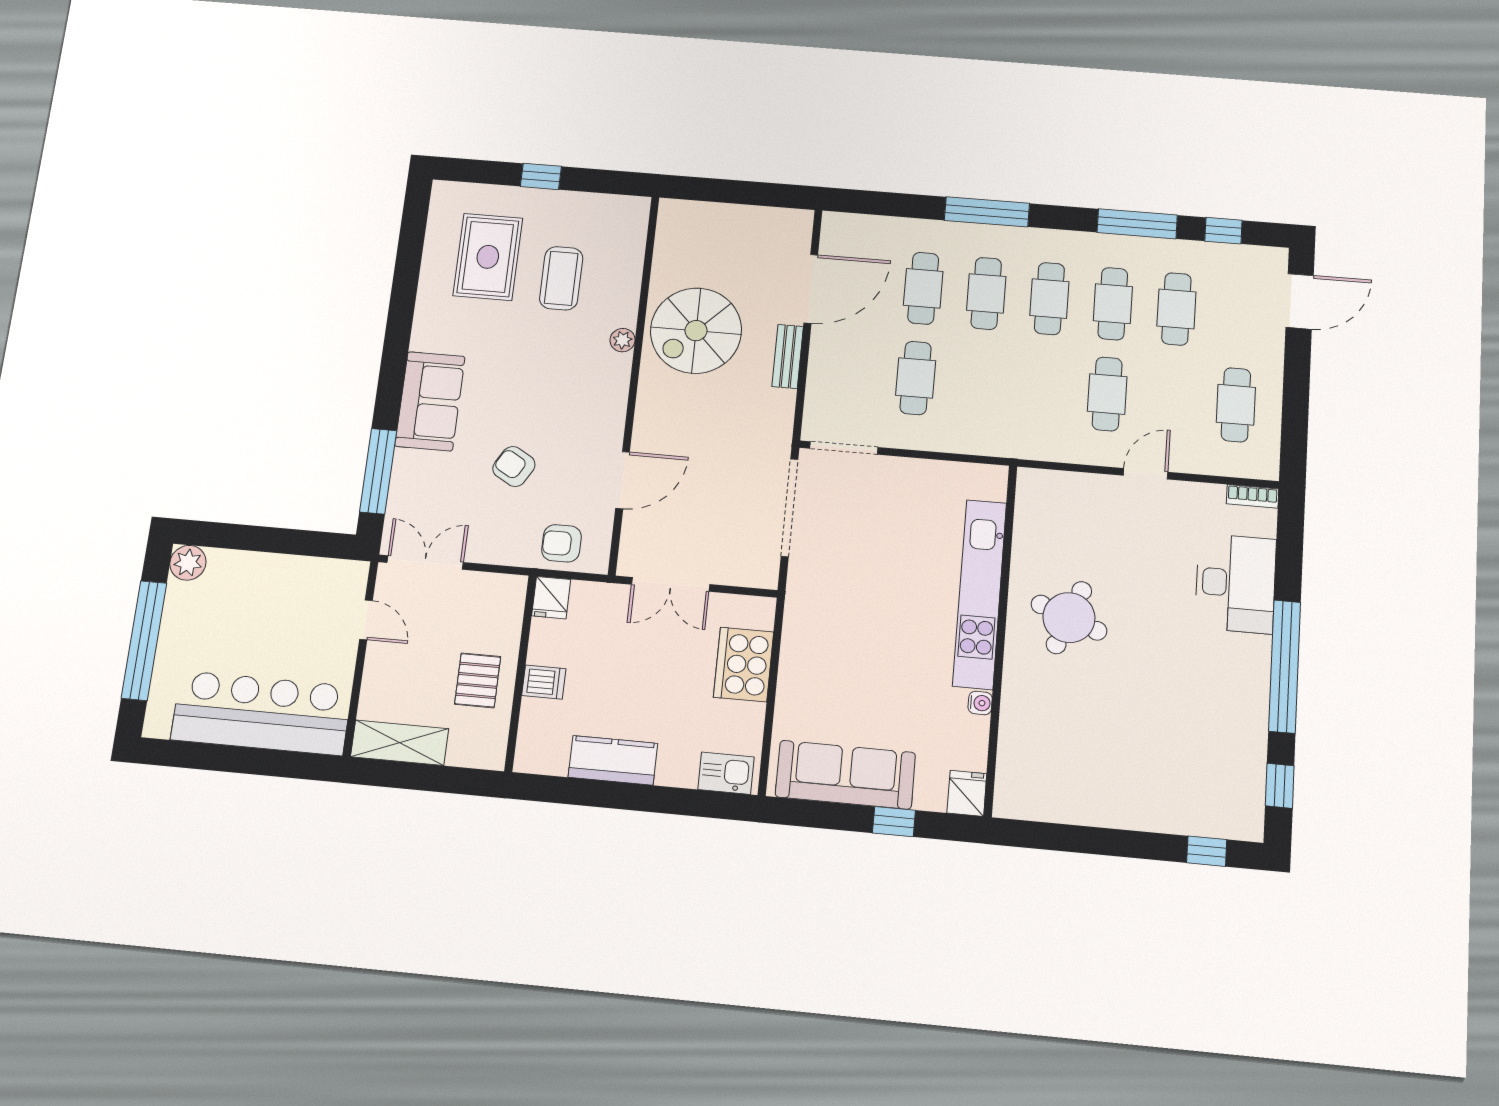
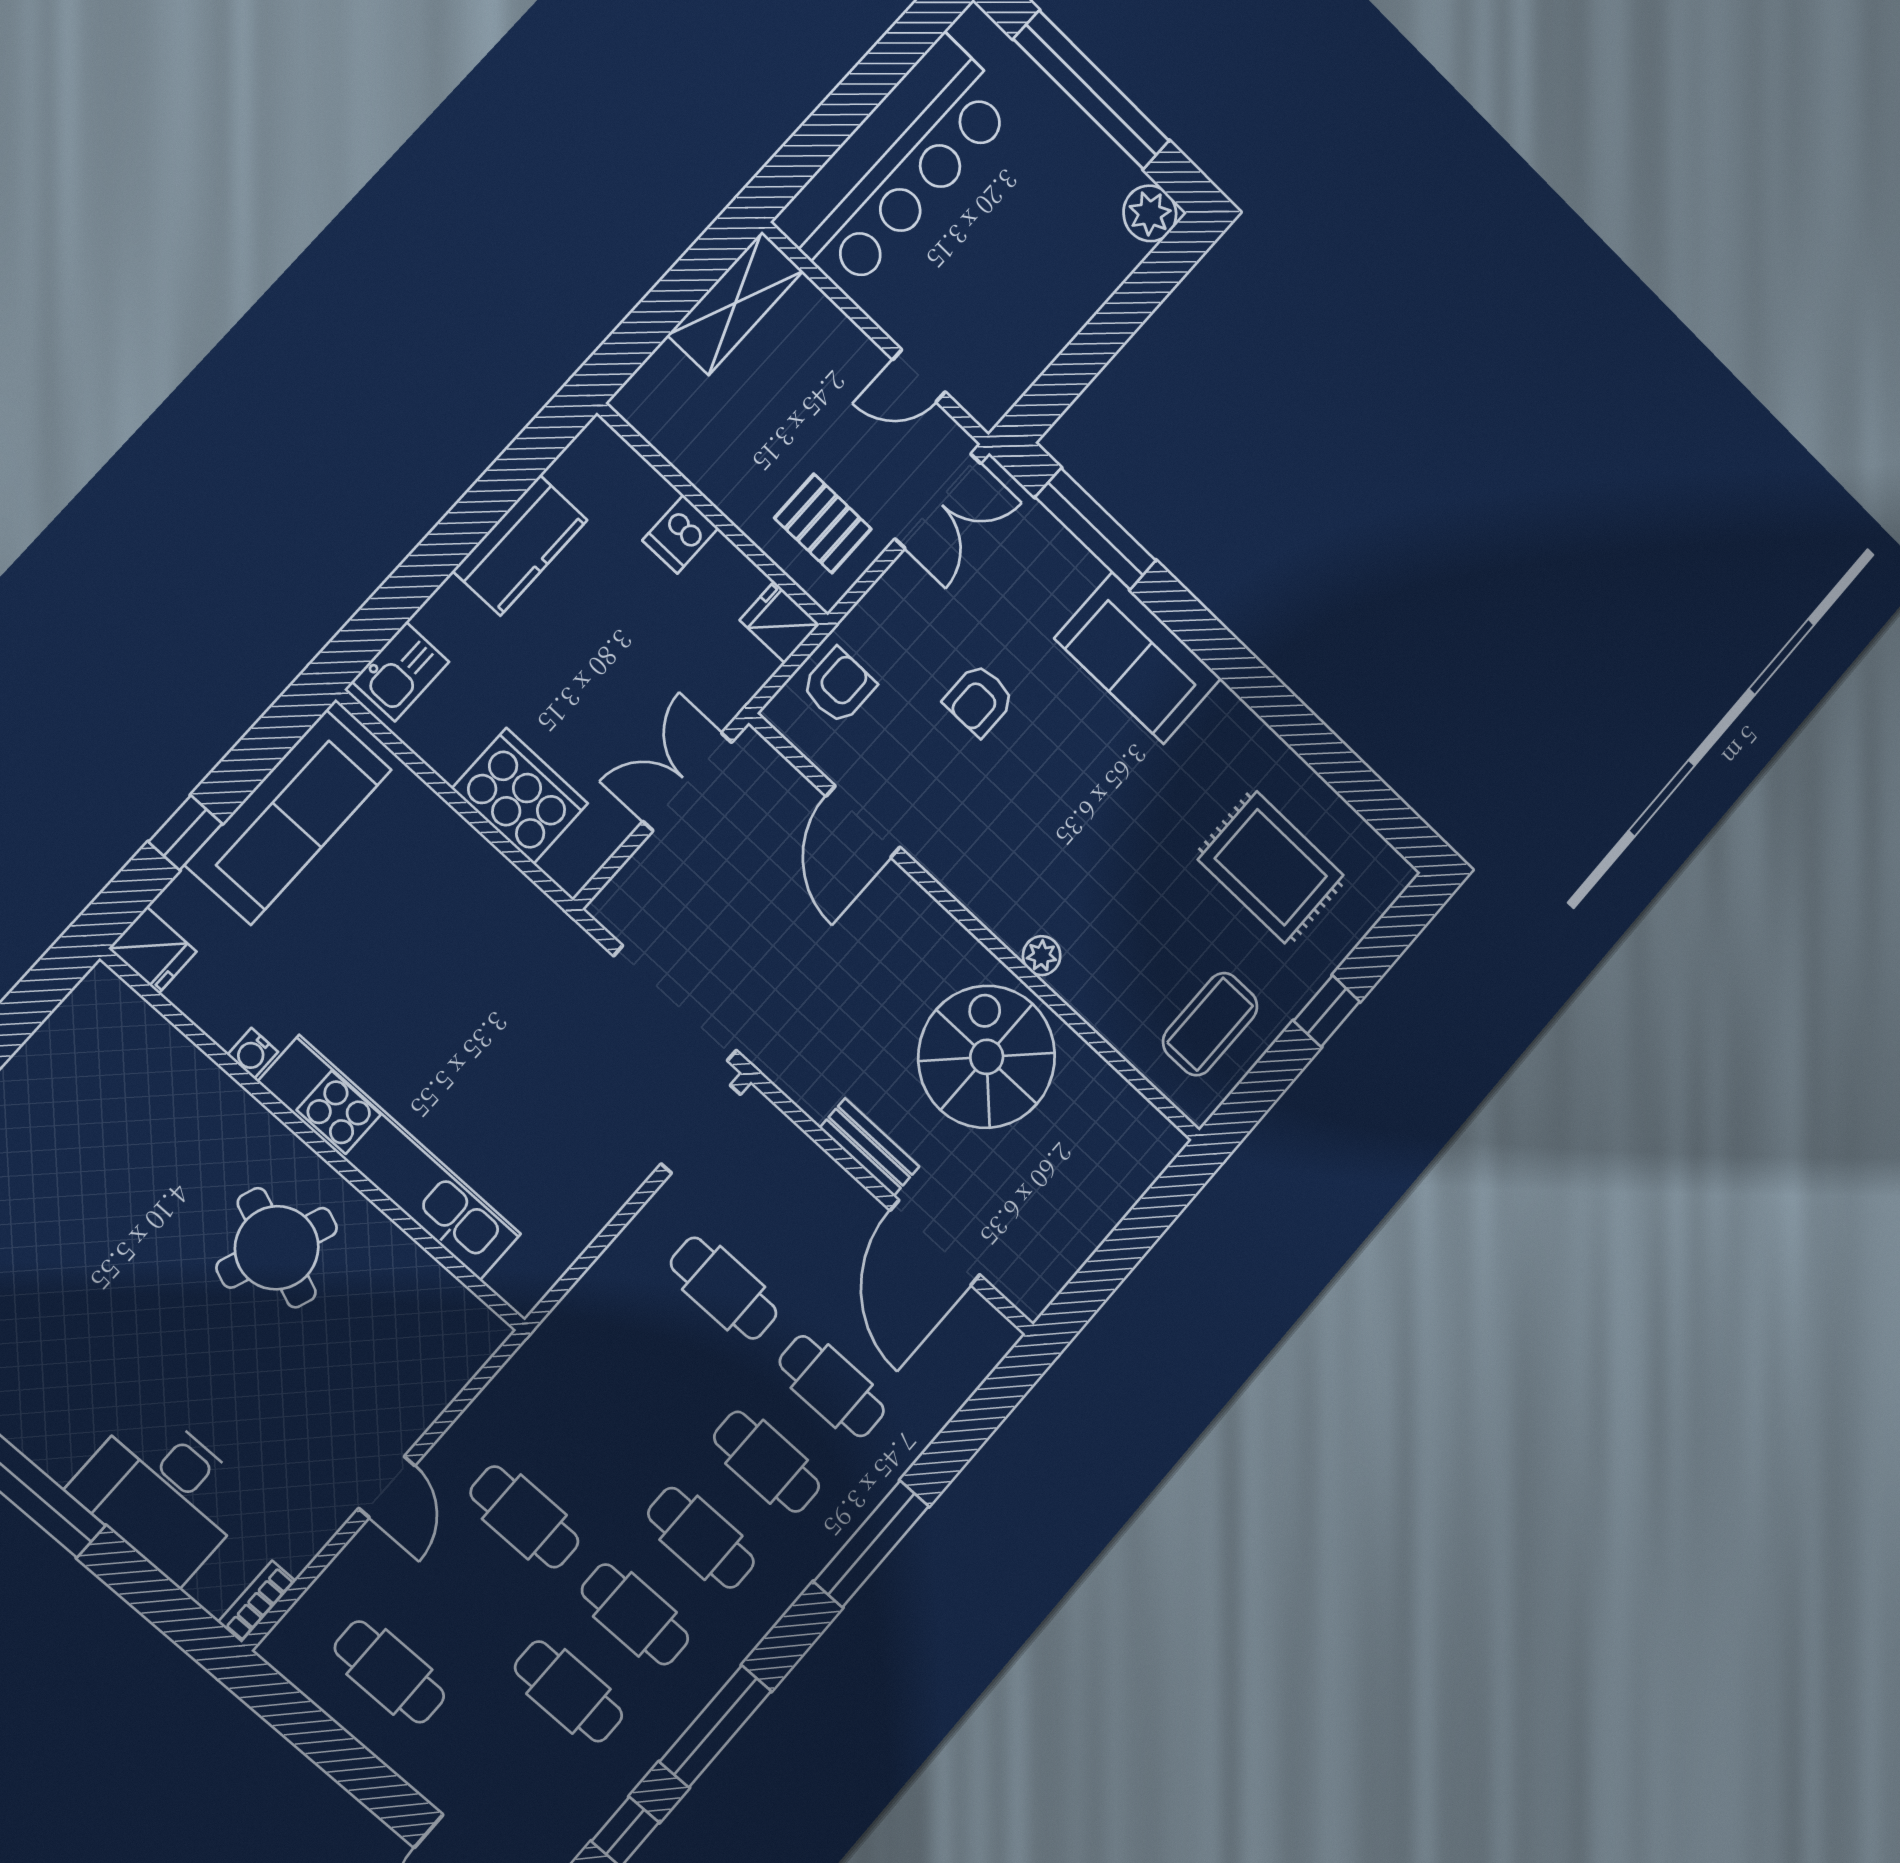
coffee table: (561, 278) -> (1210, 1024), moved, turned 90
armchair: (514, 466) -> (979, 700), turned 150
pallet: (478, 680) -> (823, 524), moved

